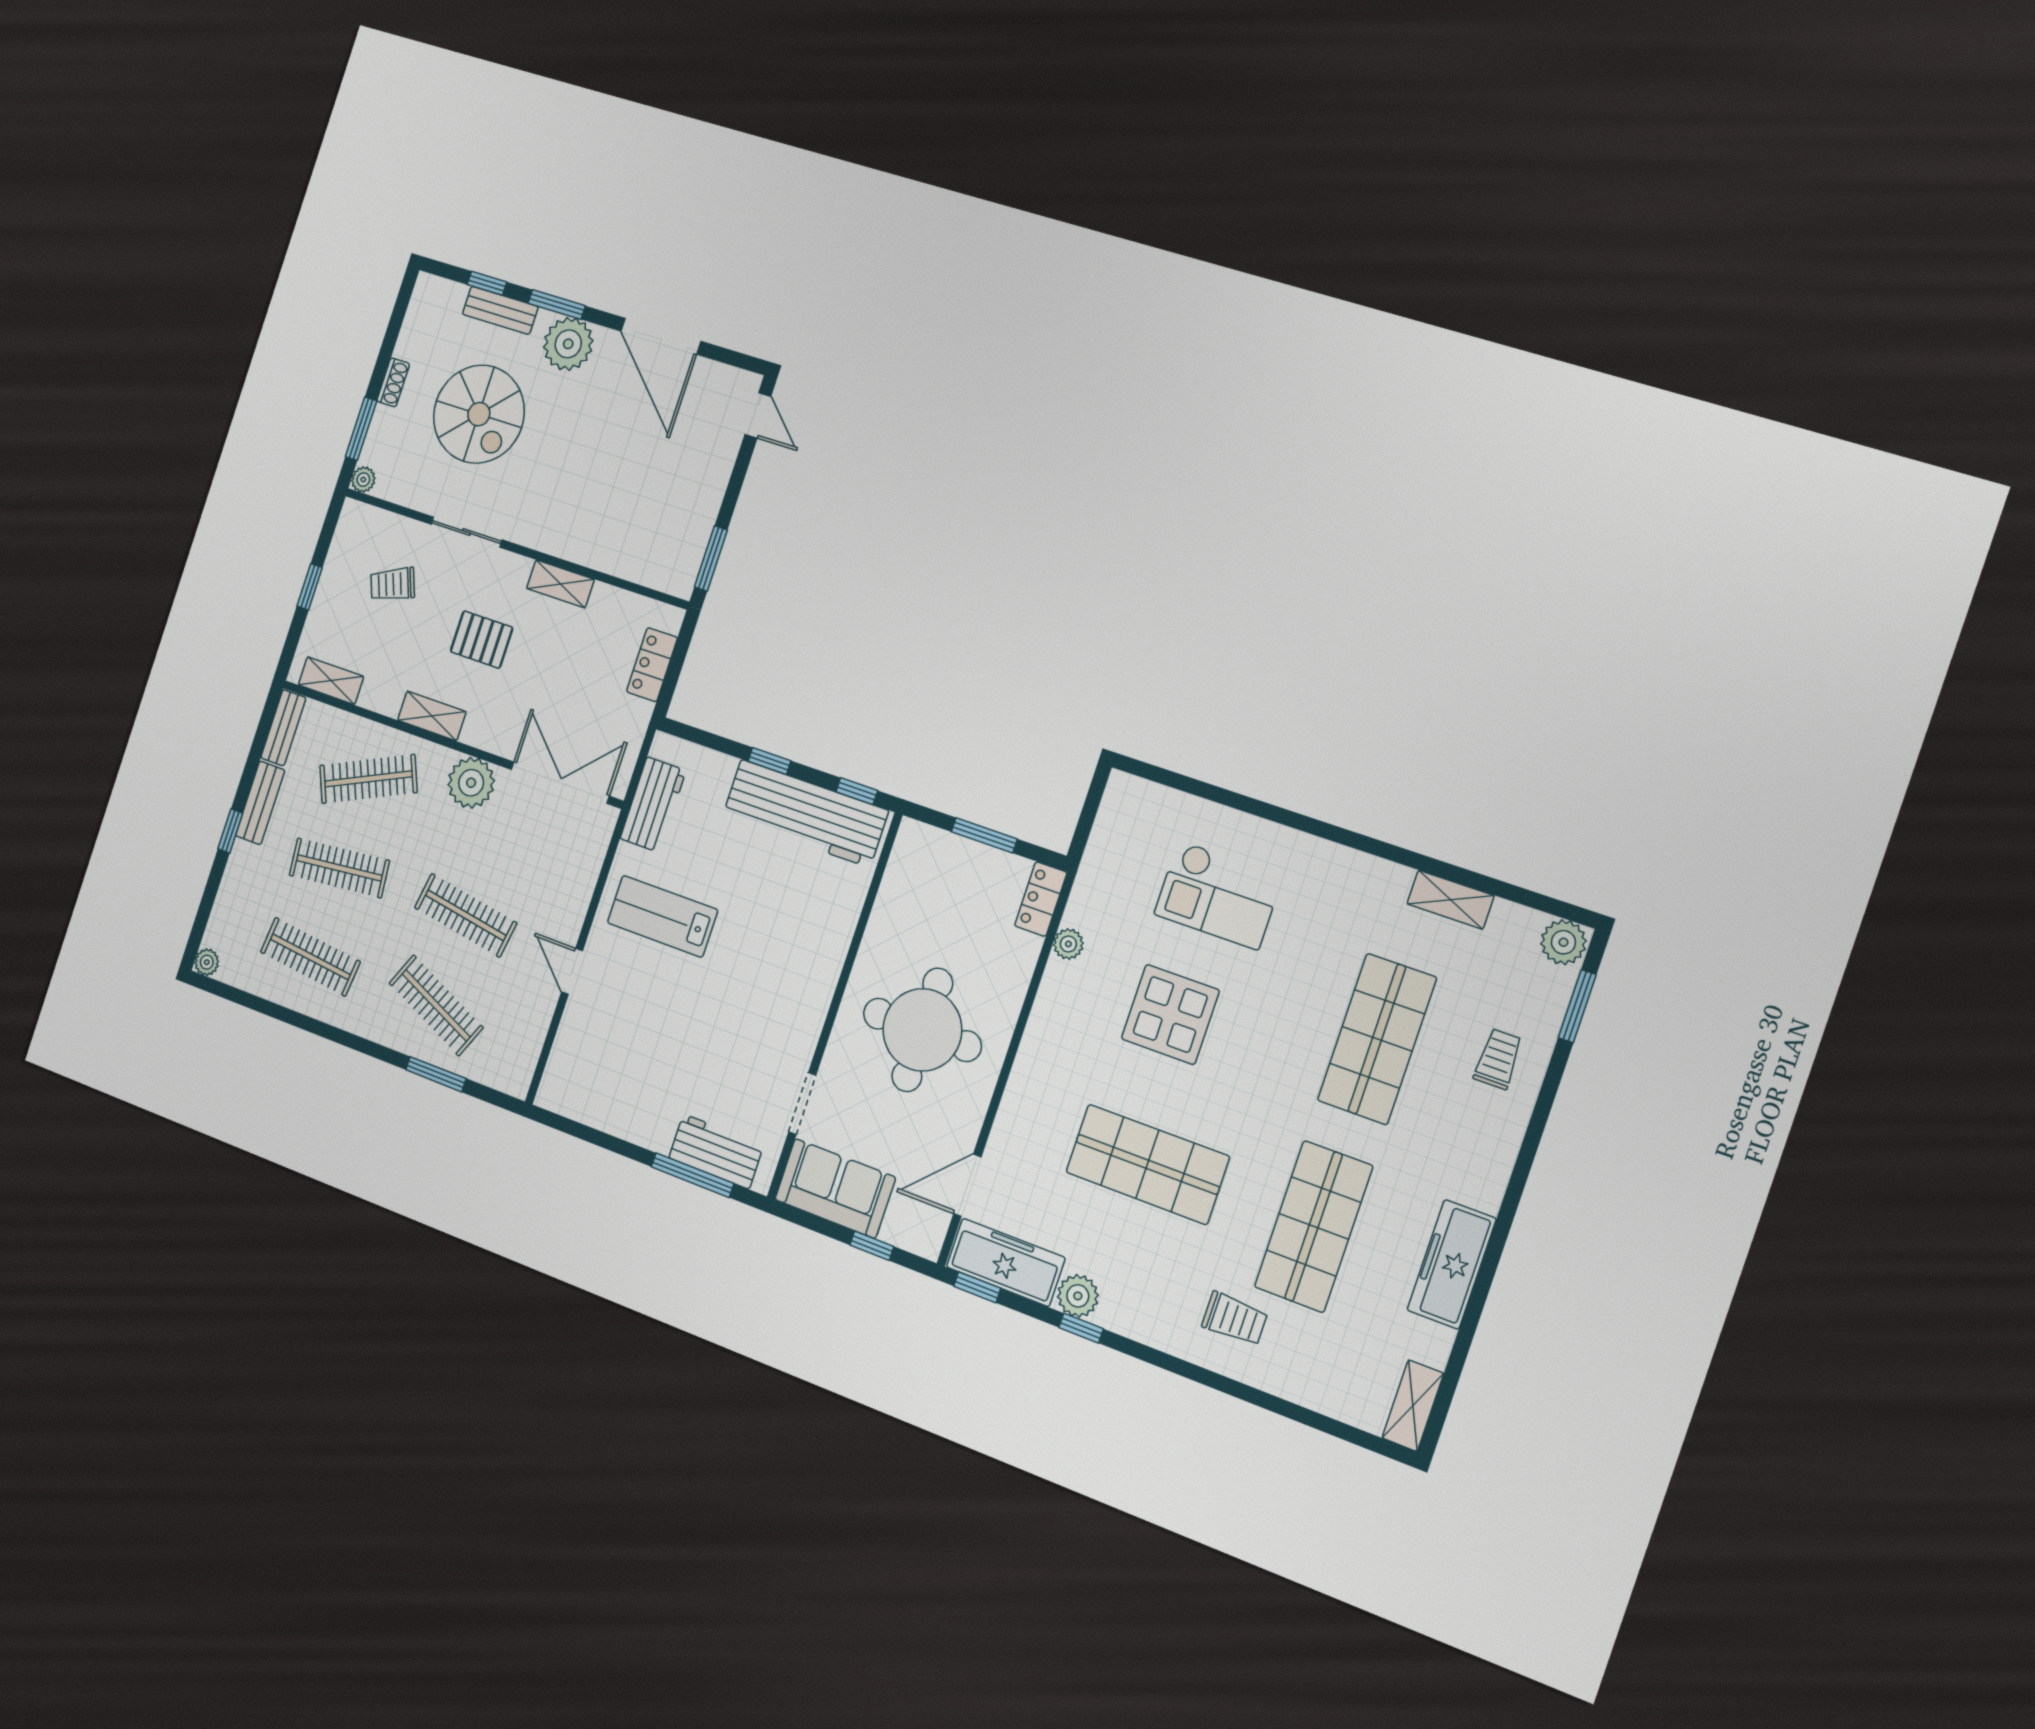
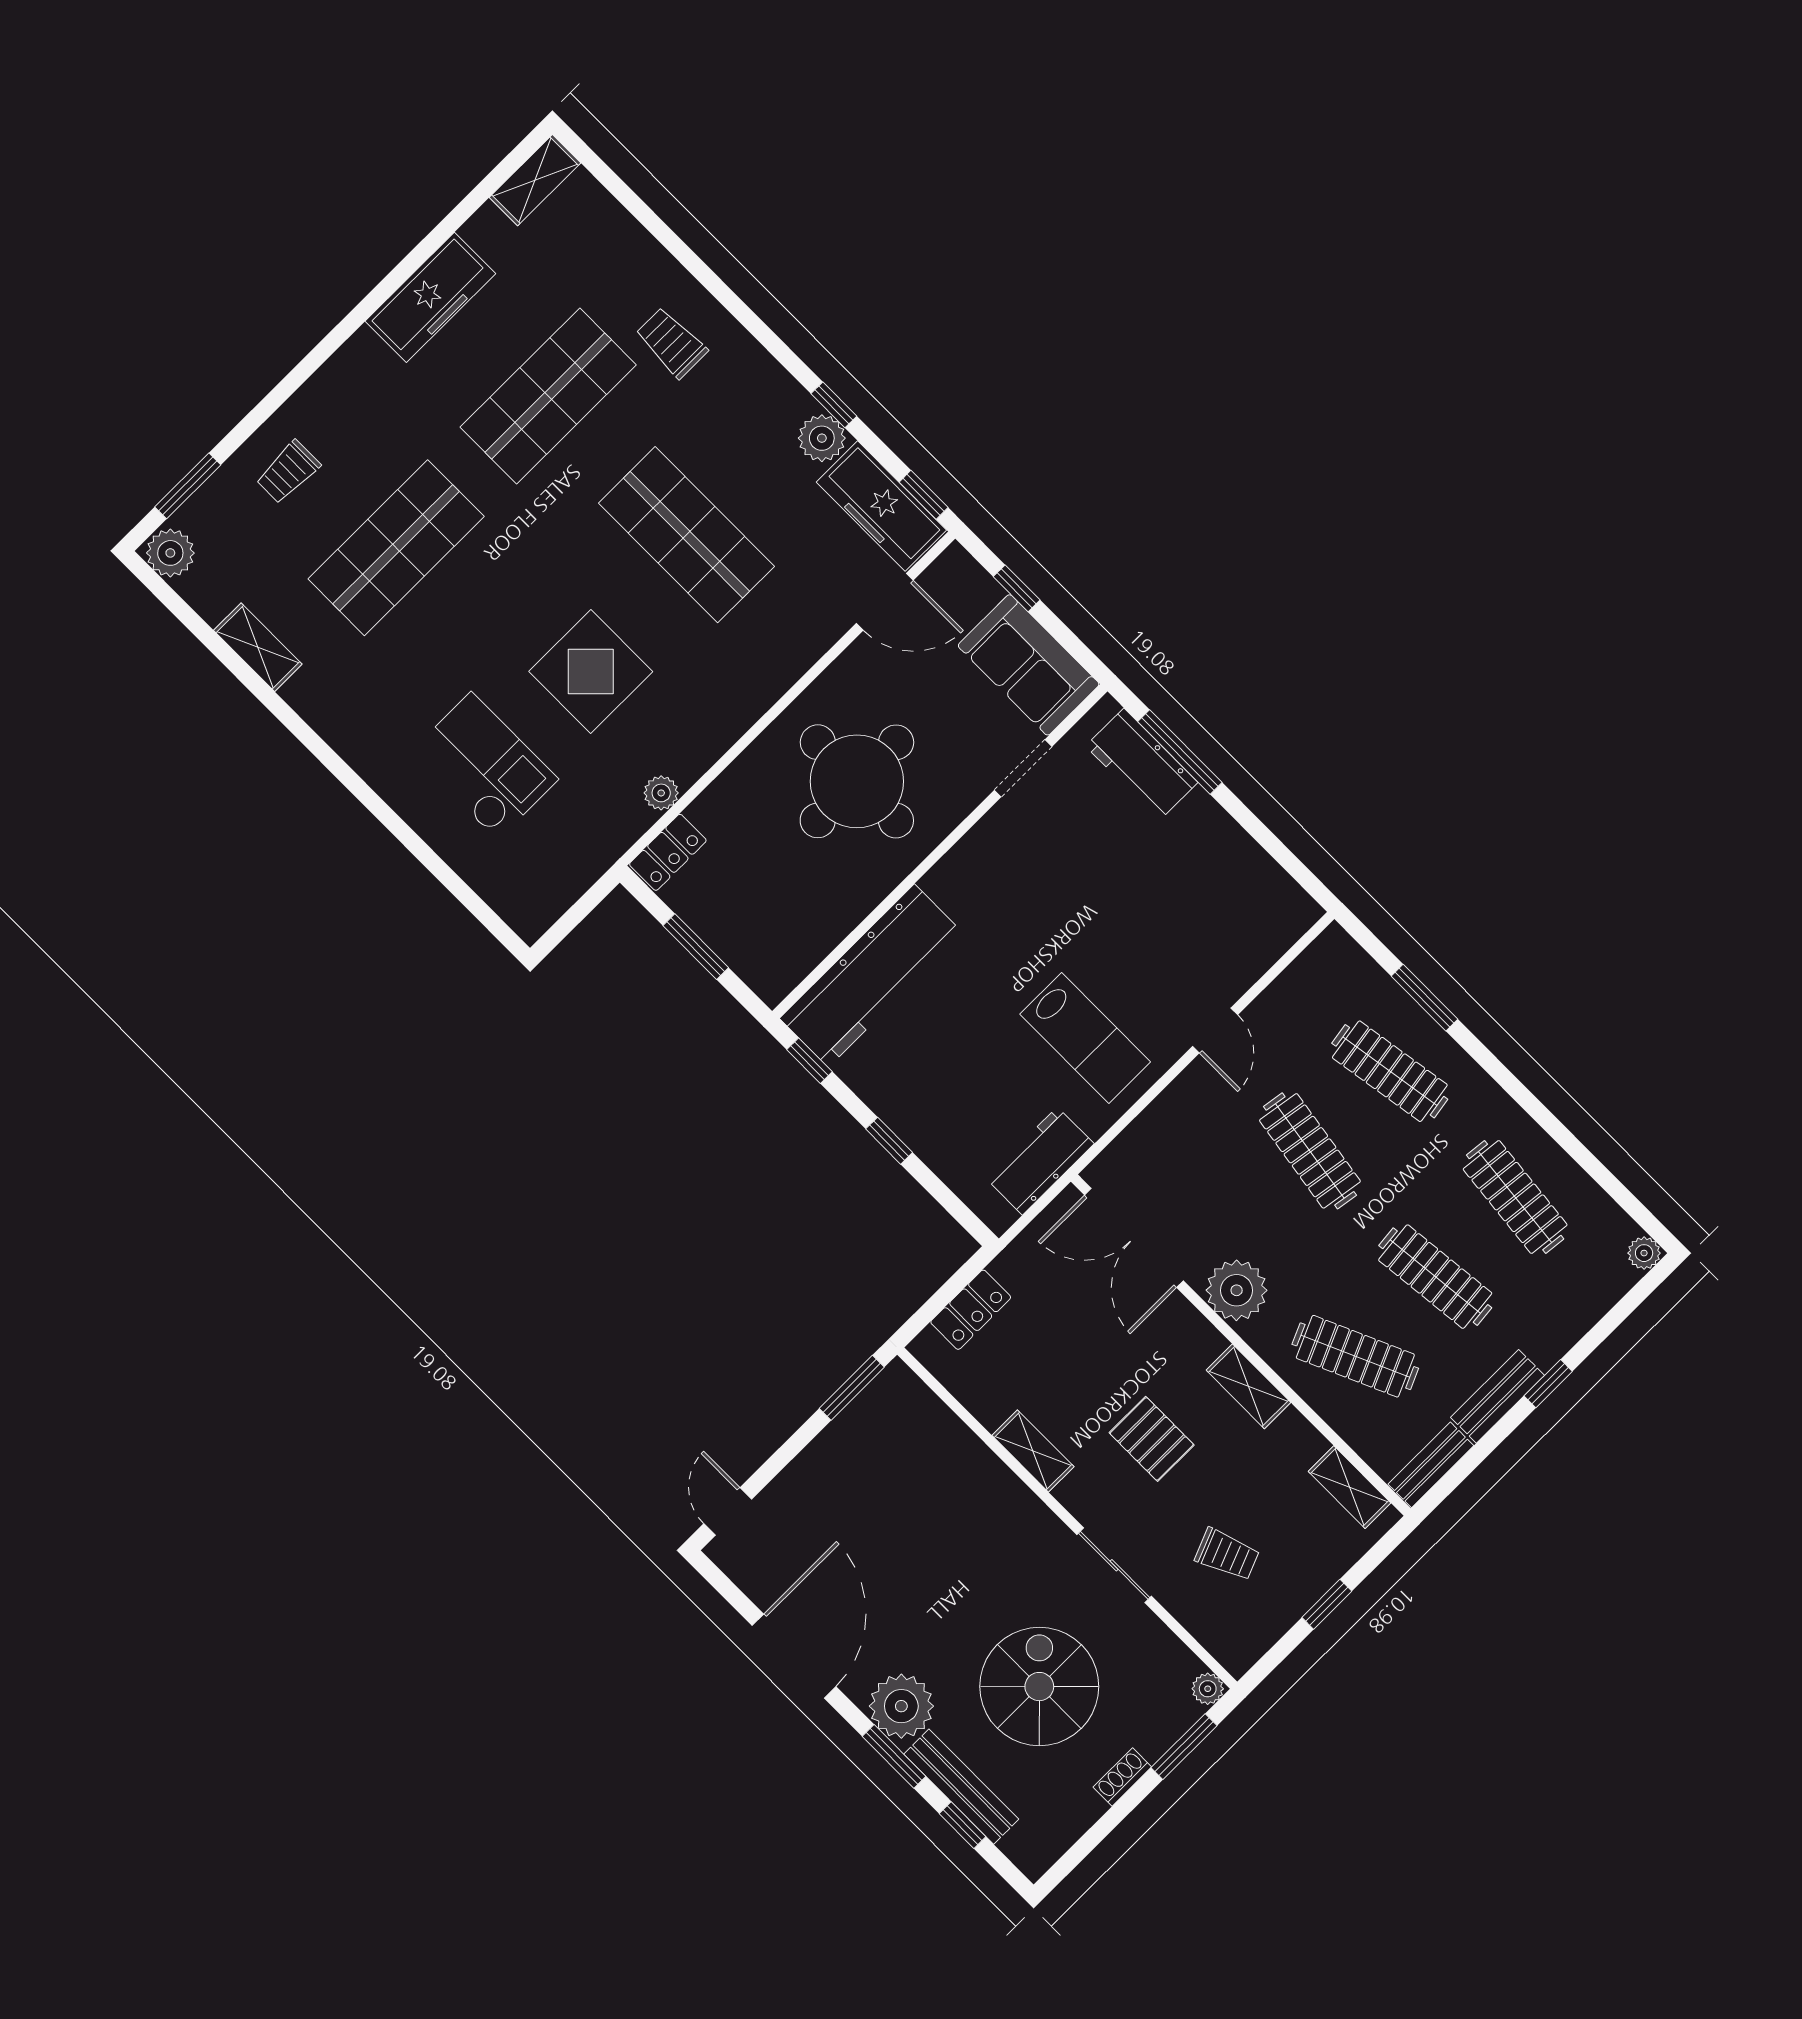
bench: (500, 310) -> (961, 1787), width x1.36
workbench: (805, 813) -> (871, 976), moved, turned 90
clothes rail: (436, 1005) -> (1390, 1071), turned -33

